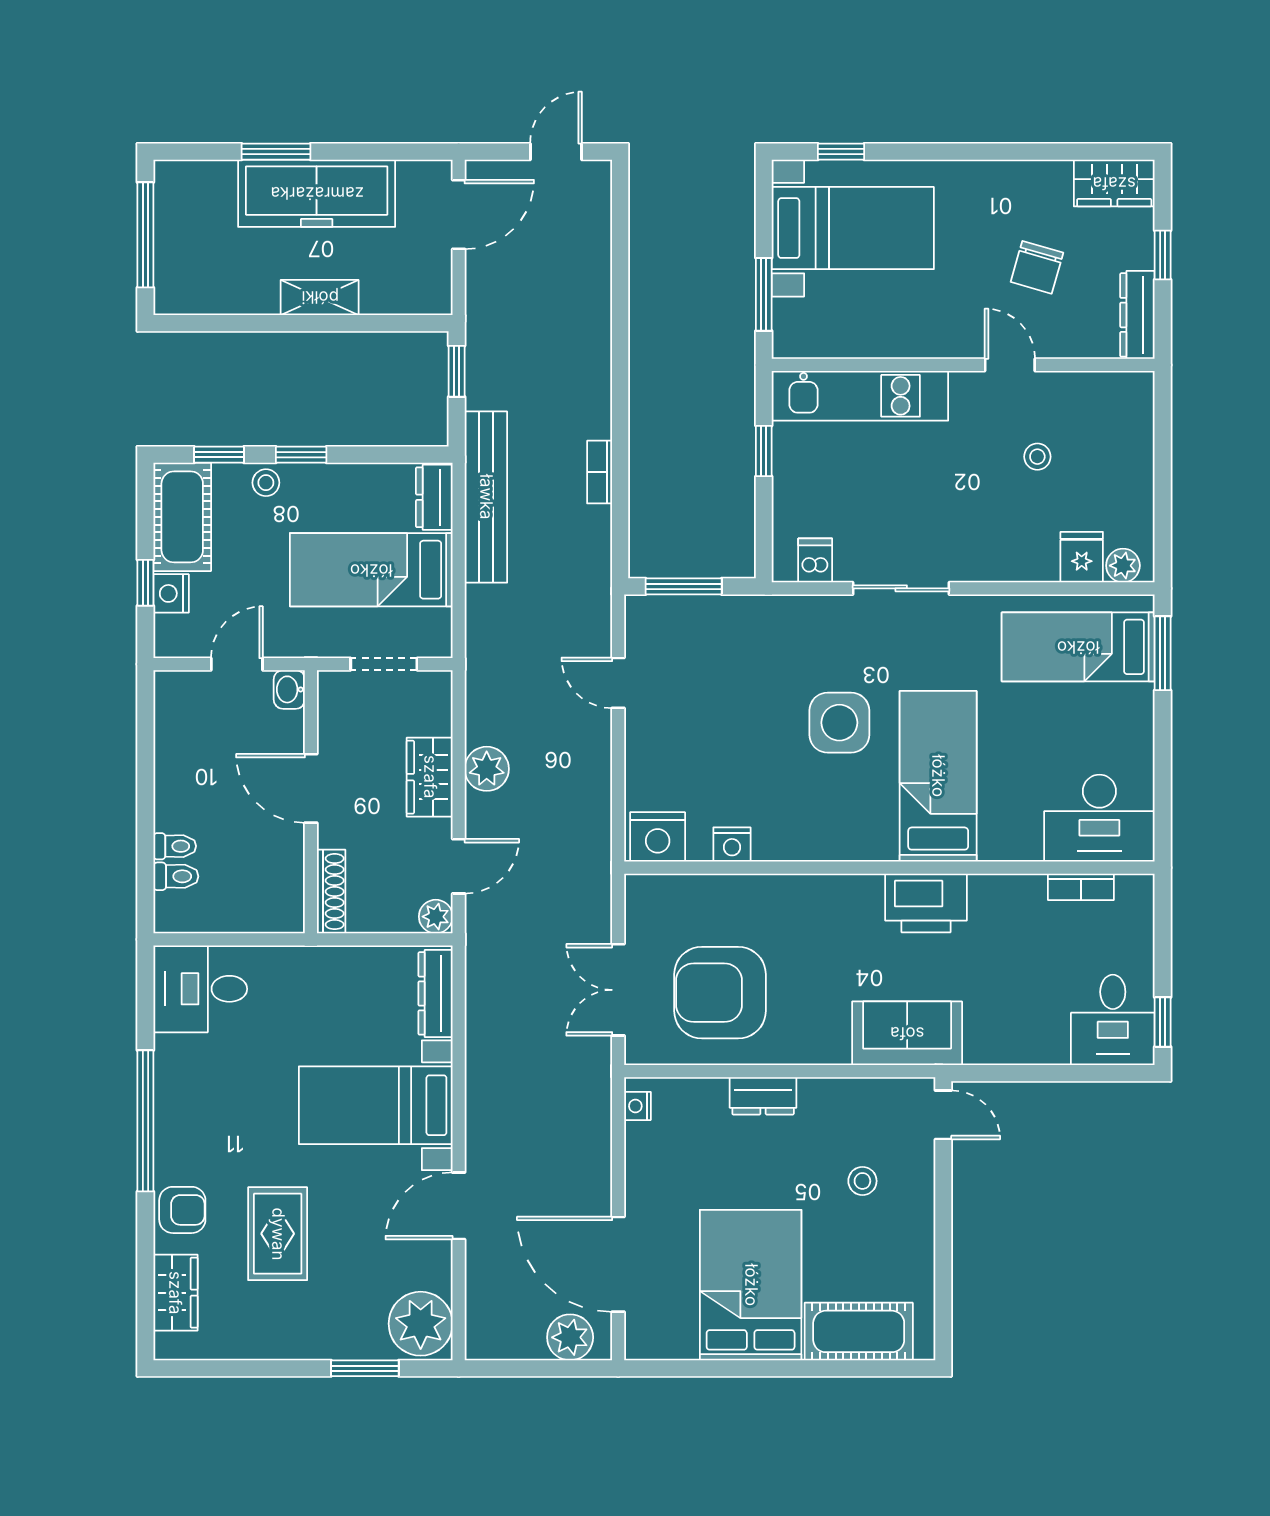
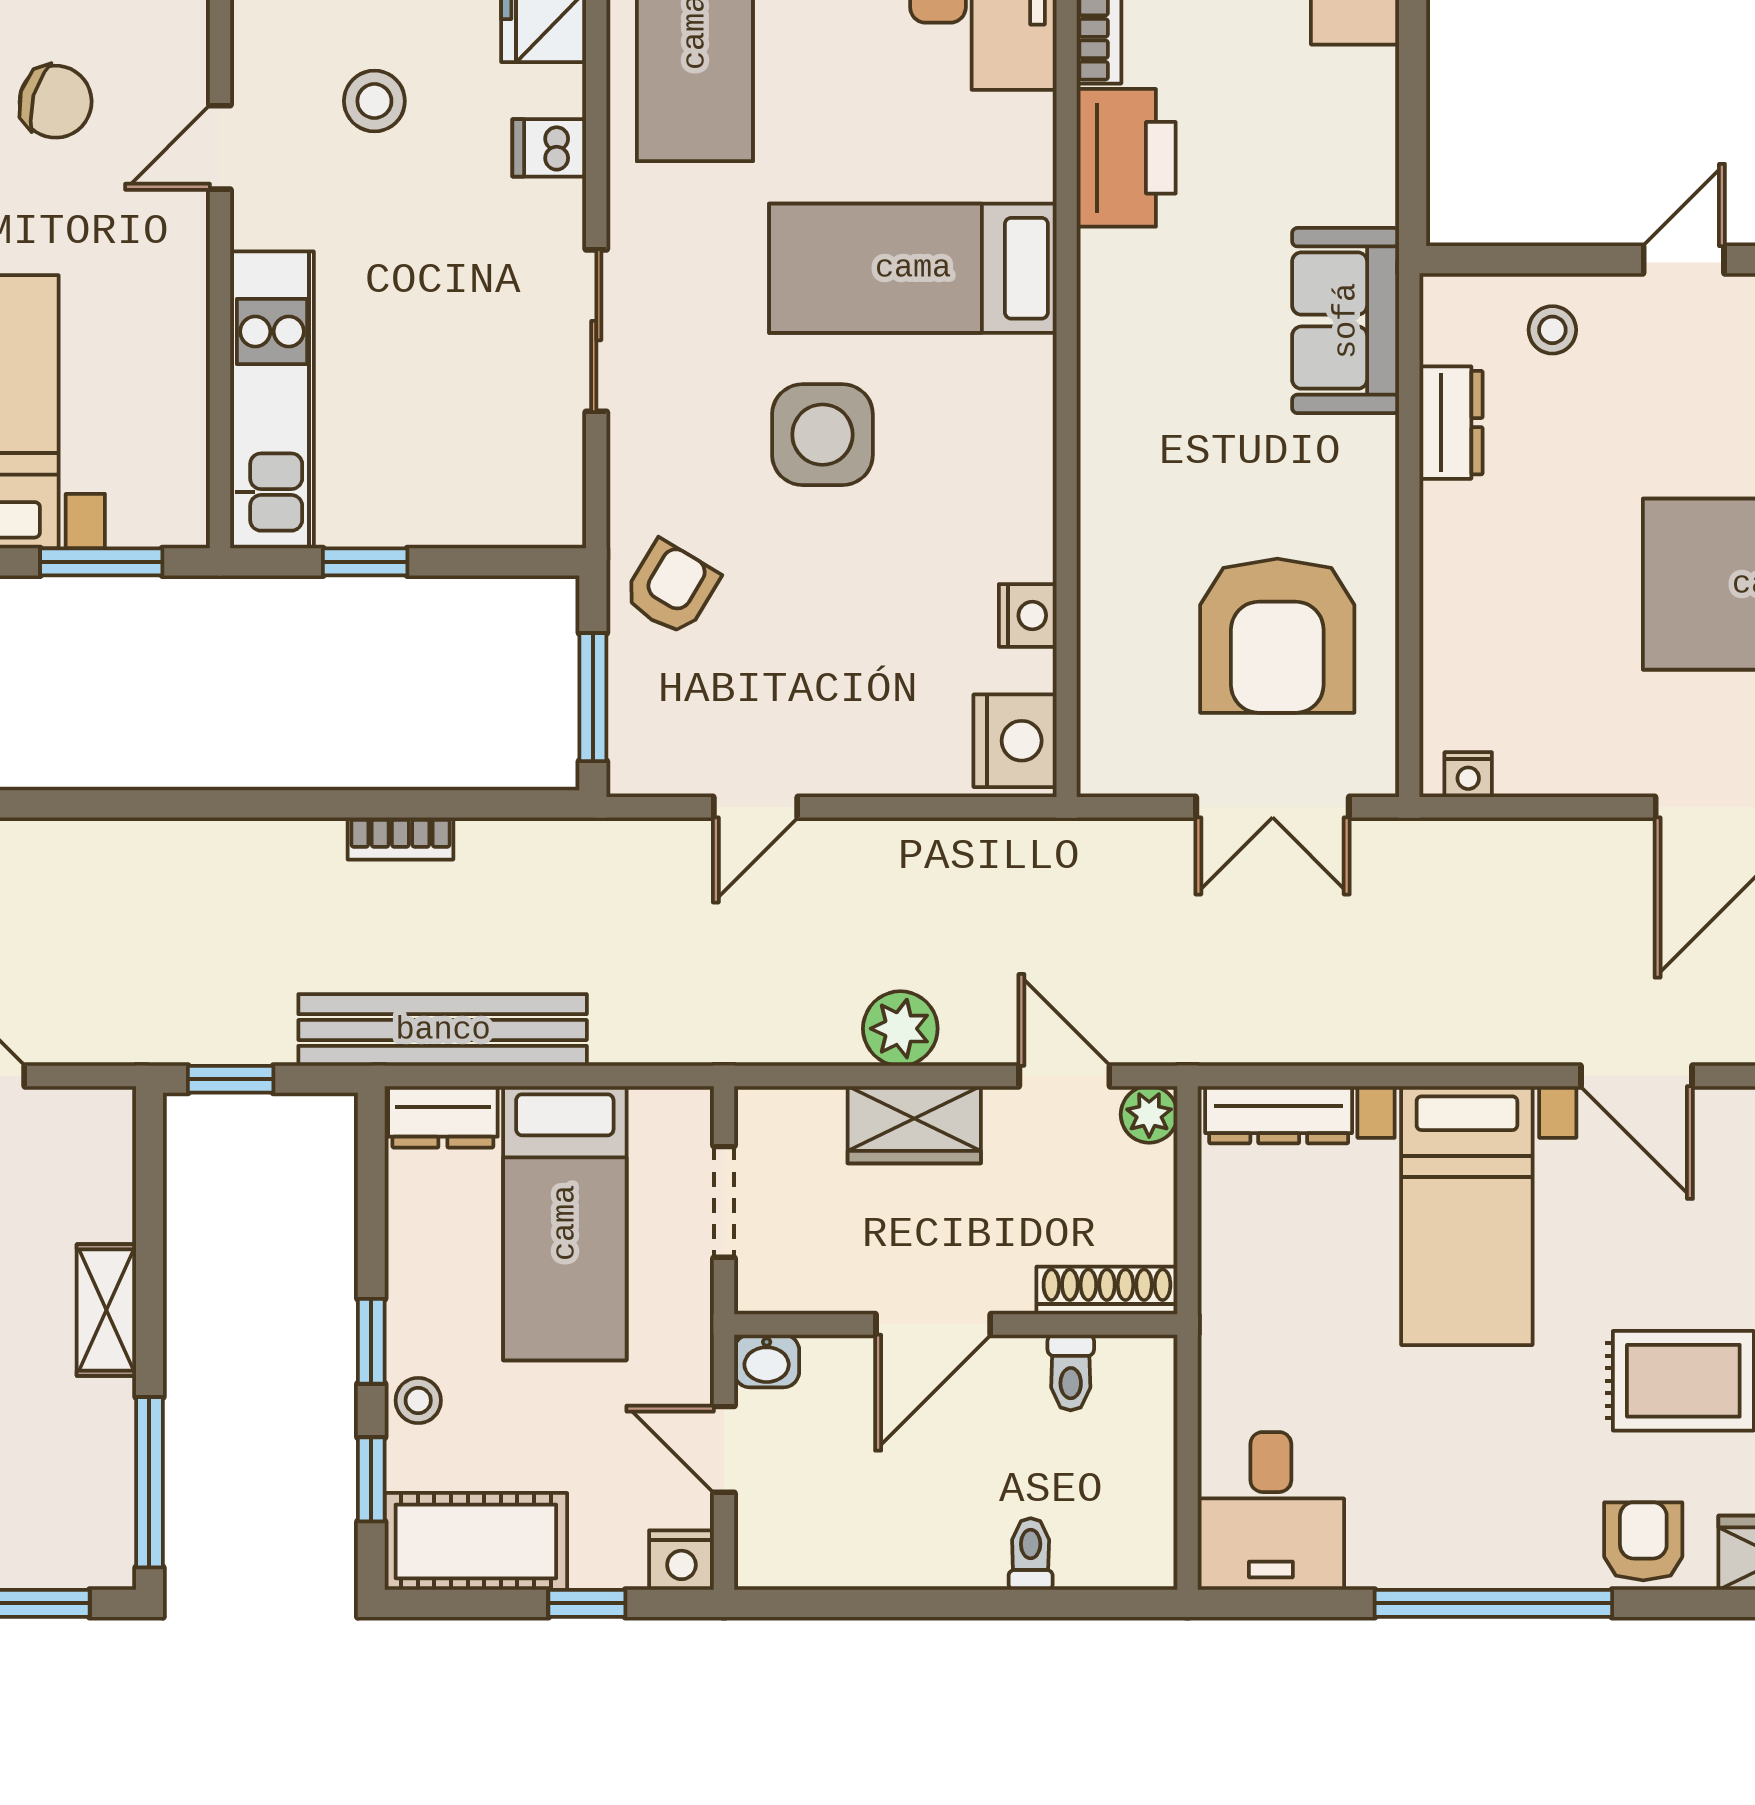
window: (217, 323) -> (149, 1482), added
stool: (1037, 457) -> (374, 101), width x1.37, depth x1.37
dishwasher: (815, 560) -> (549, 148), moved
nightstand: (171, 593) -> (681, 1560), moved
armchair: (748, 633) -> (671, 588), added
toilet: (176, 876) -> (1071, 1373), moved, turned 180
printer: (926, 903) -> (1126, 158), moved
dresser: (763, 1096) -> (1451, 423), moved
door: (943, 1115) -> (1684, 260), moved
stool: (862, 1181) -> (1552, 330), moved

